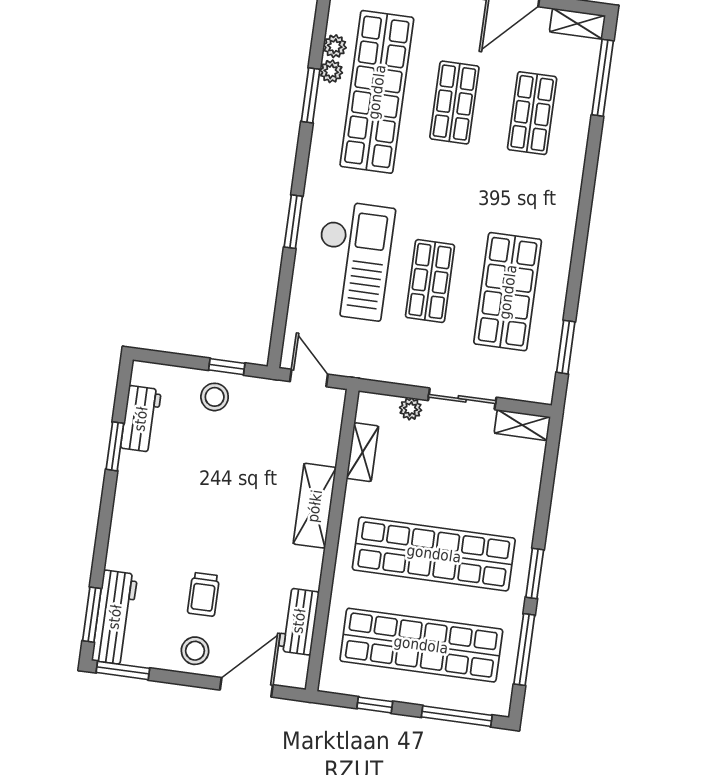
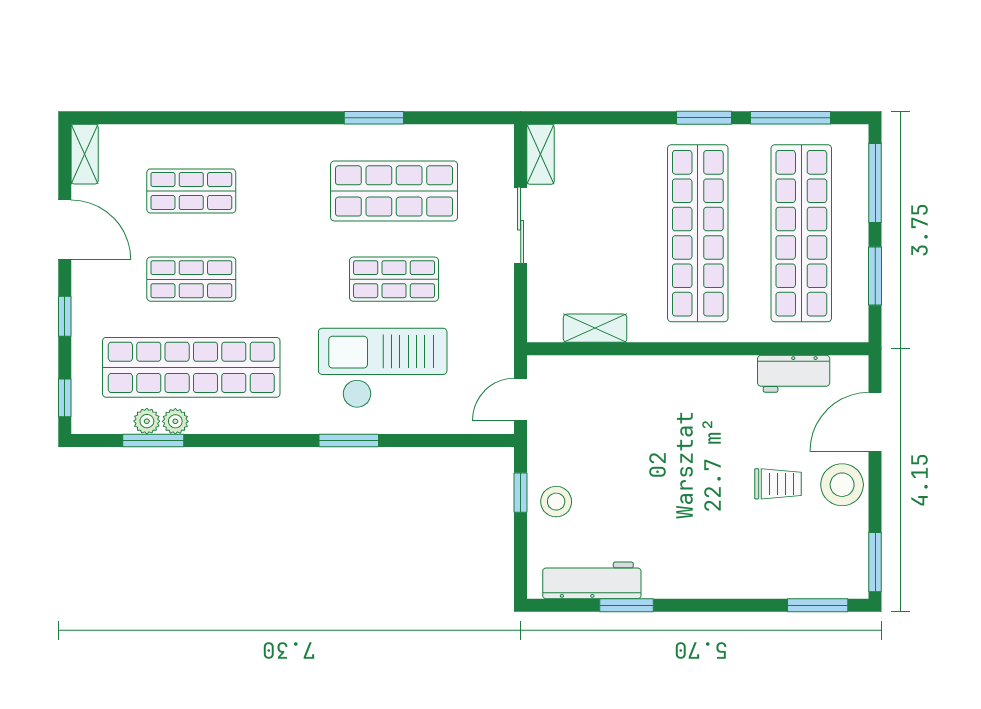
window: (603, 78) -> (141, 118), removed
window: (311, 95) -> (153, 441), moved
window: (566, 347) -> (374, 118), moved
plant: (411, 409) -> (539, 281), removed
workbench: (141, 419) -> (592, 580), width x1.38
shelving: (315, 506) -> (662, 373), removed
workbench: (115, 617) -> (817, 580), removed
stool: (195, 651) -> (842, 485), width x1.38, depth x1.38
door: (246, 687) -> (875, 422), hinge flipped
window: (375, 705) -> (875, 276), width x1.50

